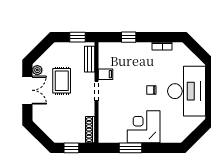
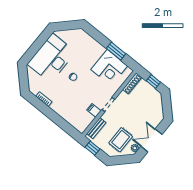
window: (129, 37) -> (60, 122), removed
rug: (62, 81) -> (121, 140), moved
corner desk: (144, 127) -> (109, 68), moved

